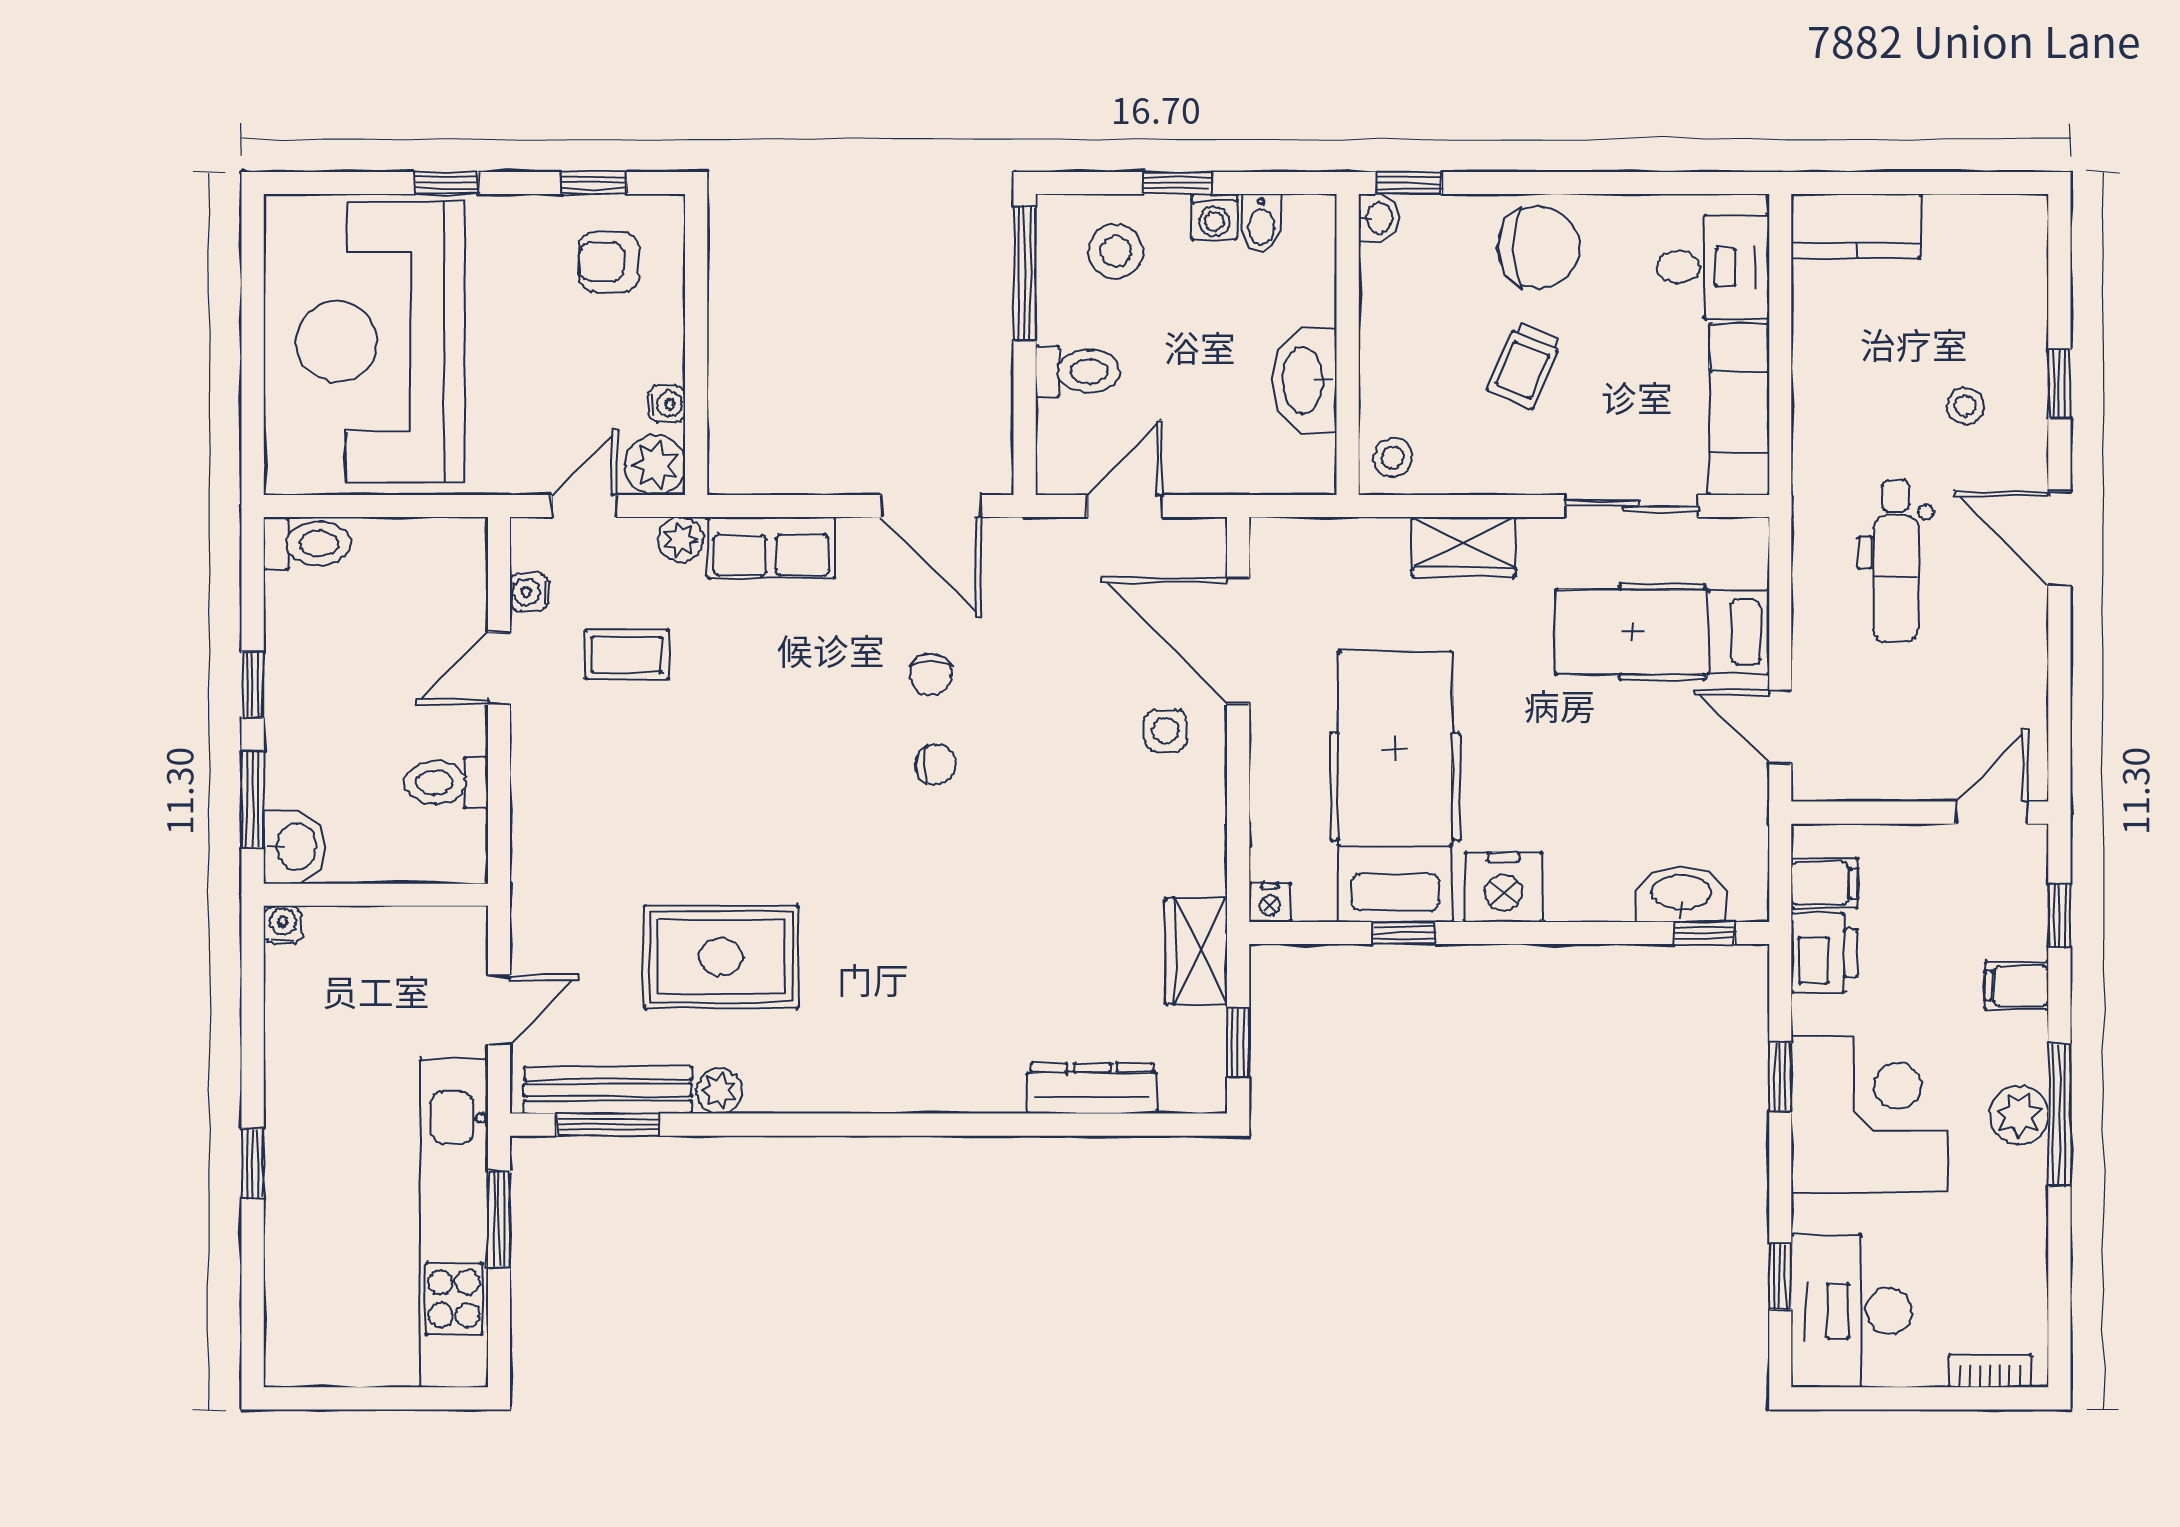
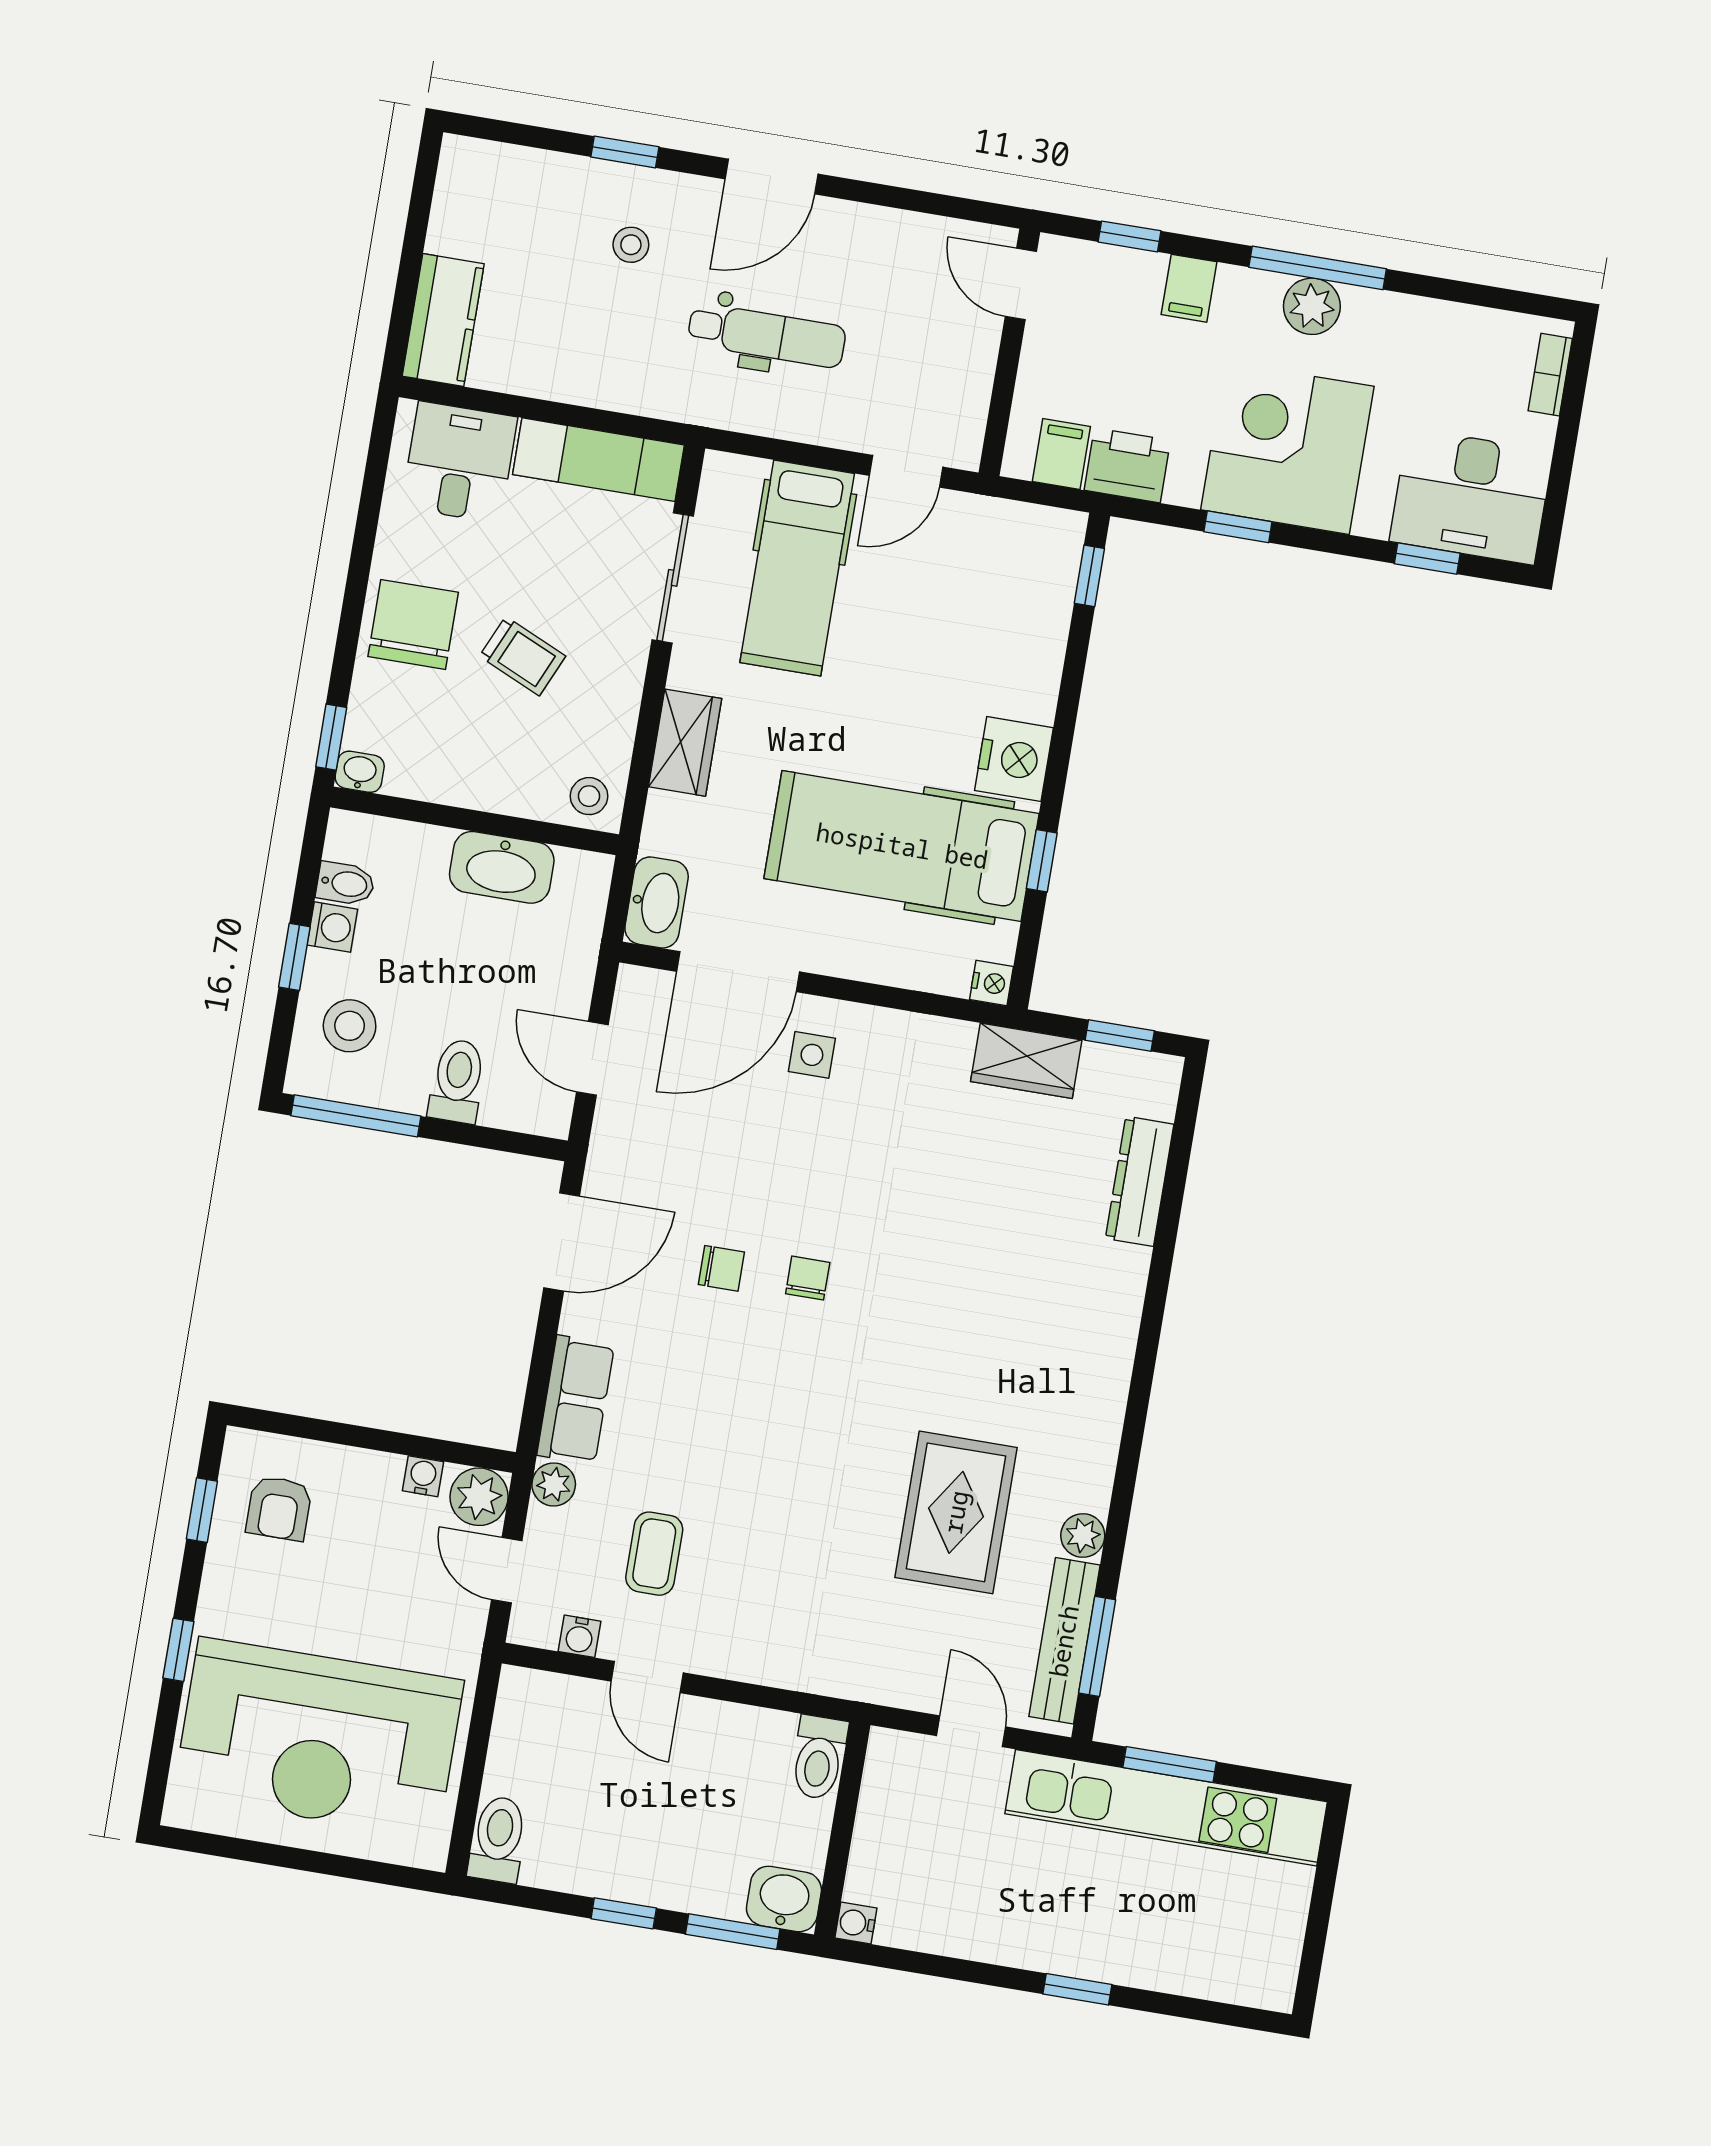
toilet: (446, 782) -> (819, 1757), moved
washbasin: (1681, 894) -> (657, 902), moved, turned 180

